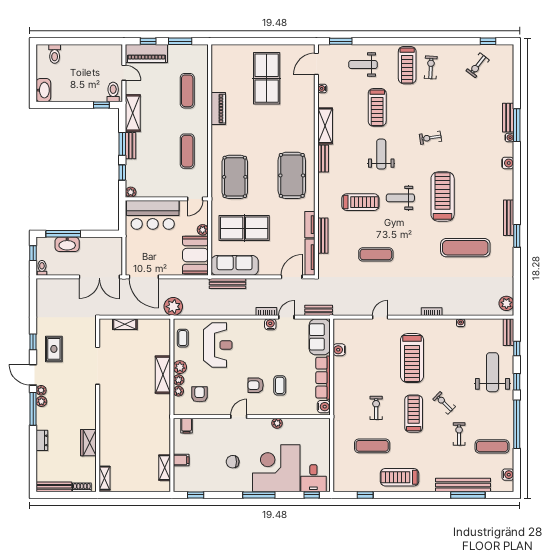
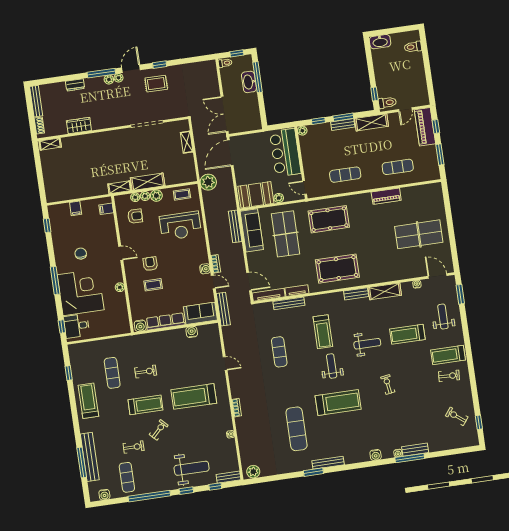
bench: (319, 310) -> (223, 309), width x1.36
shelving: (165, 468) -> (120, 187), moved

